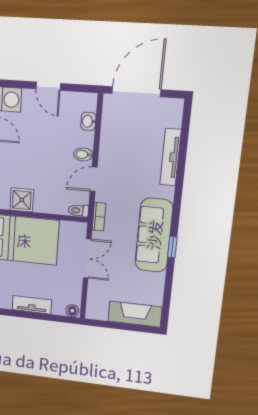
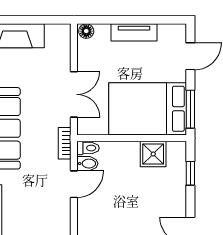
bidet: (83, 154) -> (87, 164), moved
double door: (87, 258) -> (74, 94), swing flipped

